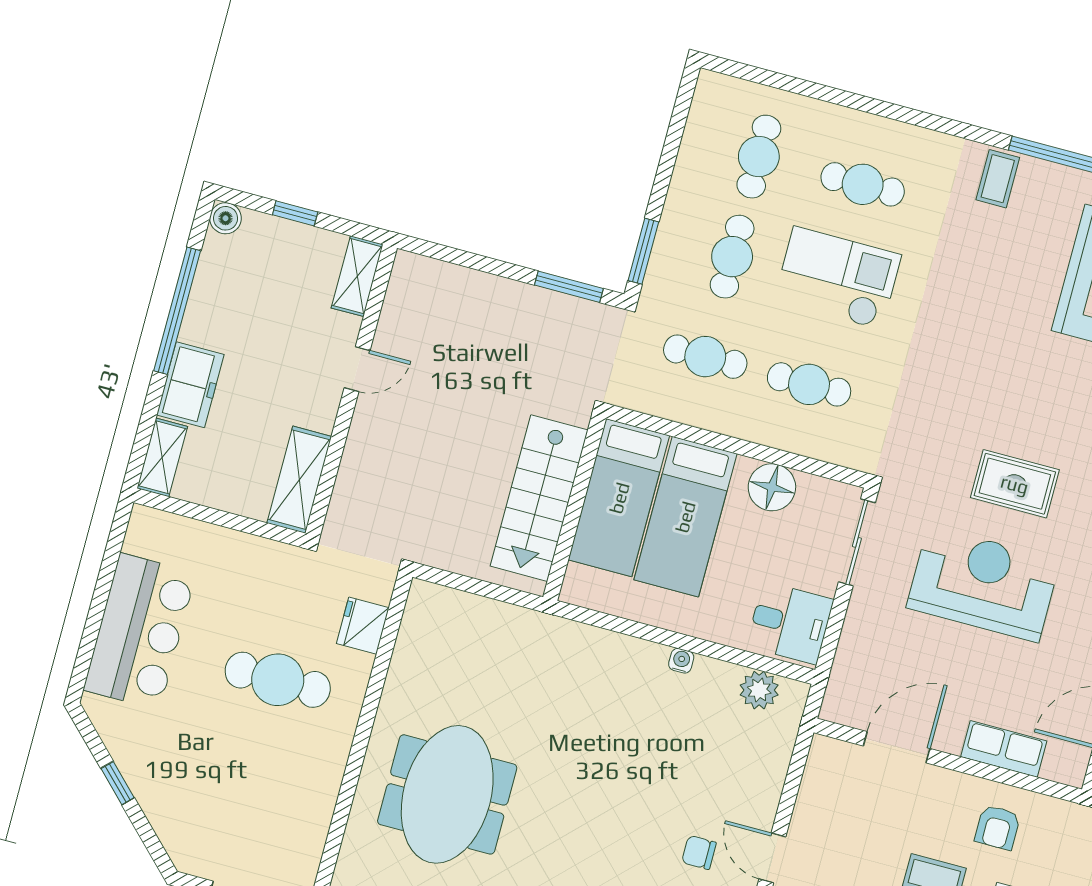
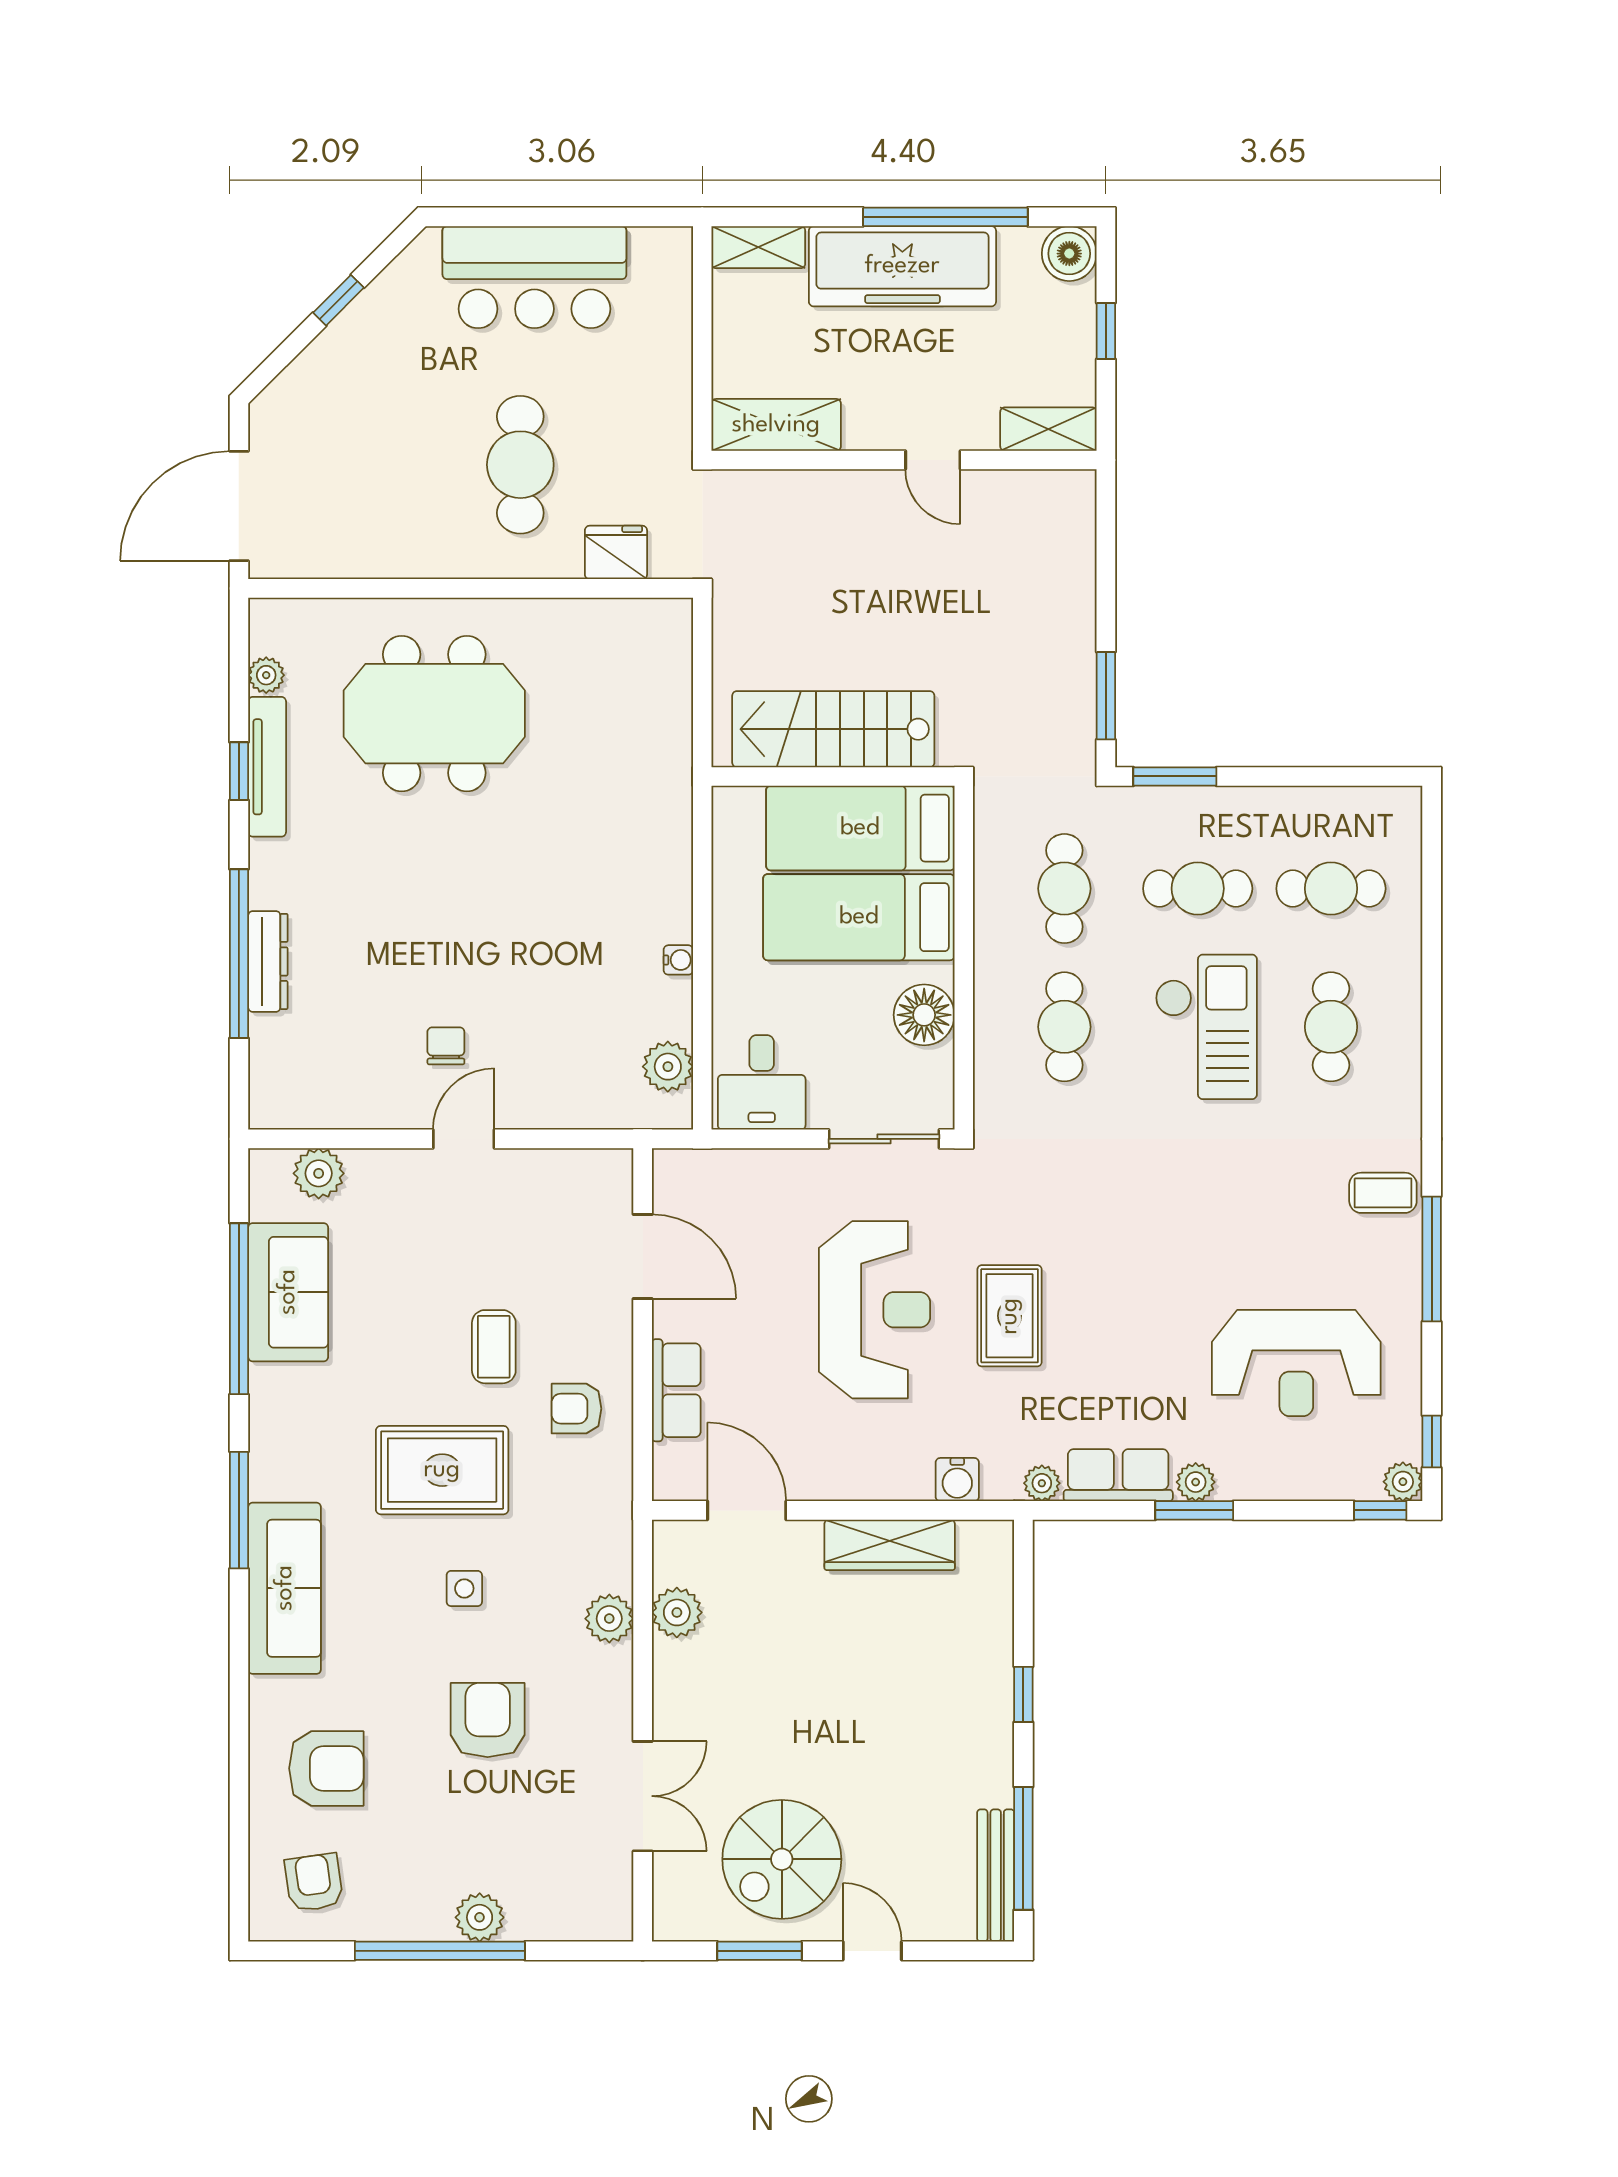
boiler: (226, 218) -> (1069, 254), width x1.36, depth x1.36
freezer: (190, 385) -> (902, 266), width x1.91, depth x1.26

